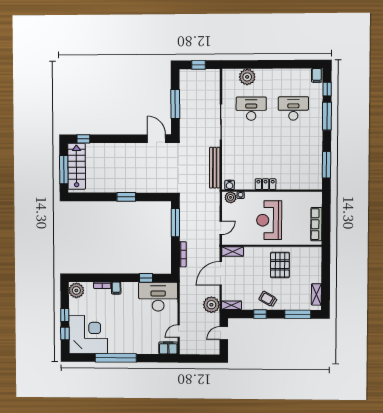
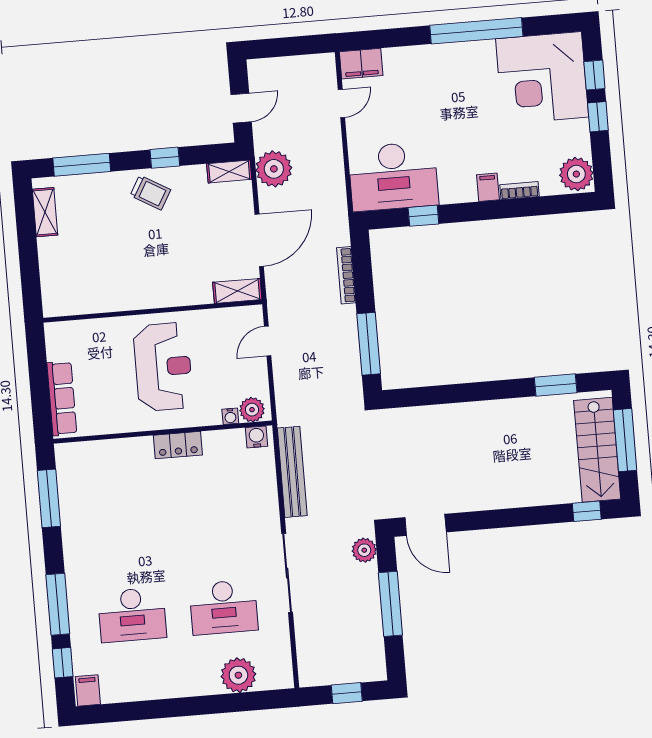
plant: (185, 129) -> (364, 550), added
window: (126, 197) -> (556, 385), moved
row of seats: (316, 224) -> (62, 398), moved
pallet: (280, 265) -> (131, 270), removed

